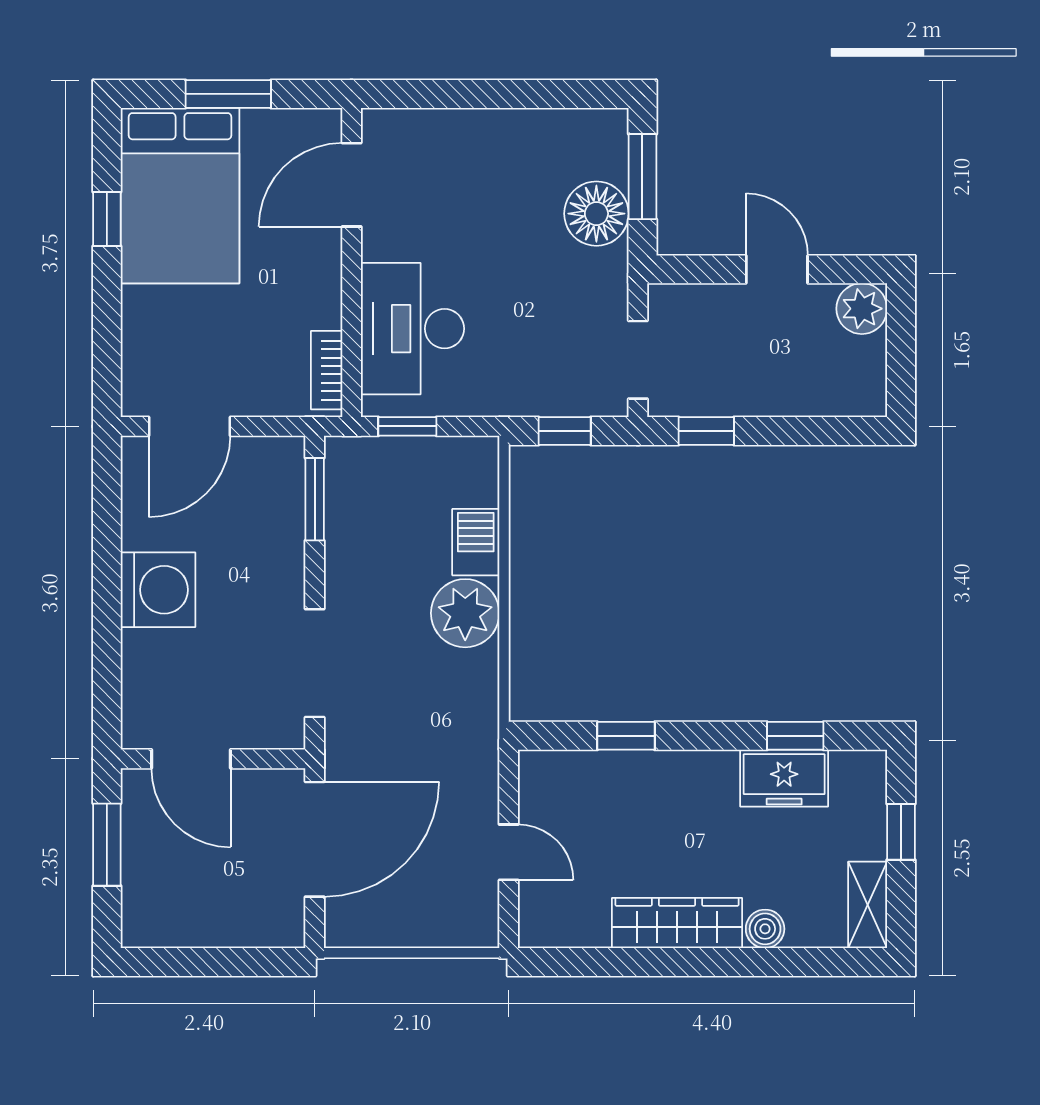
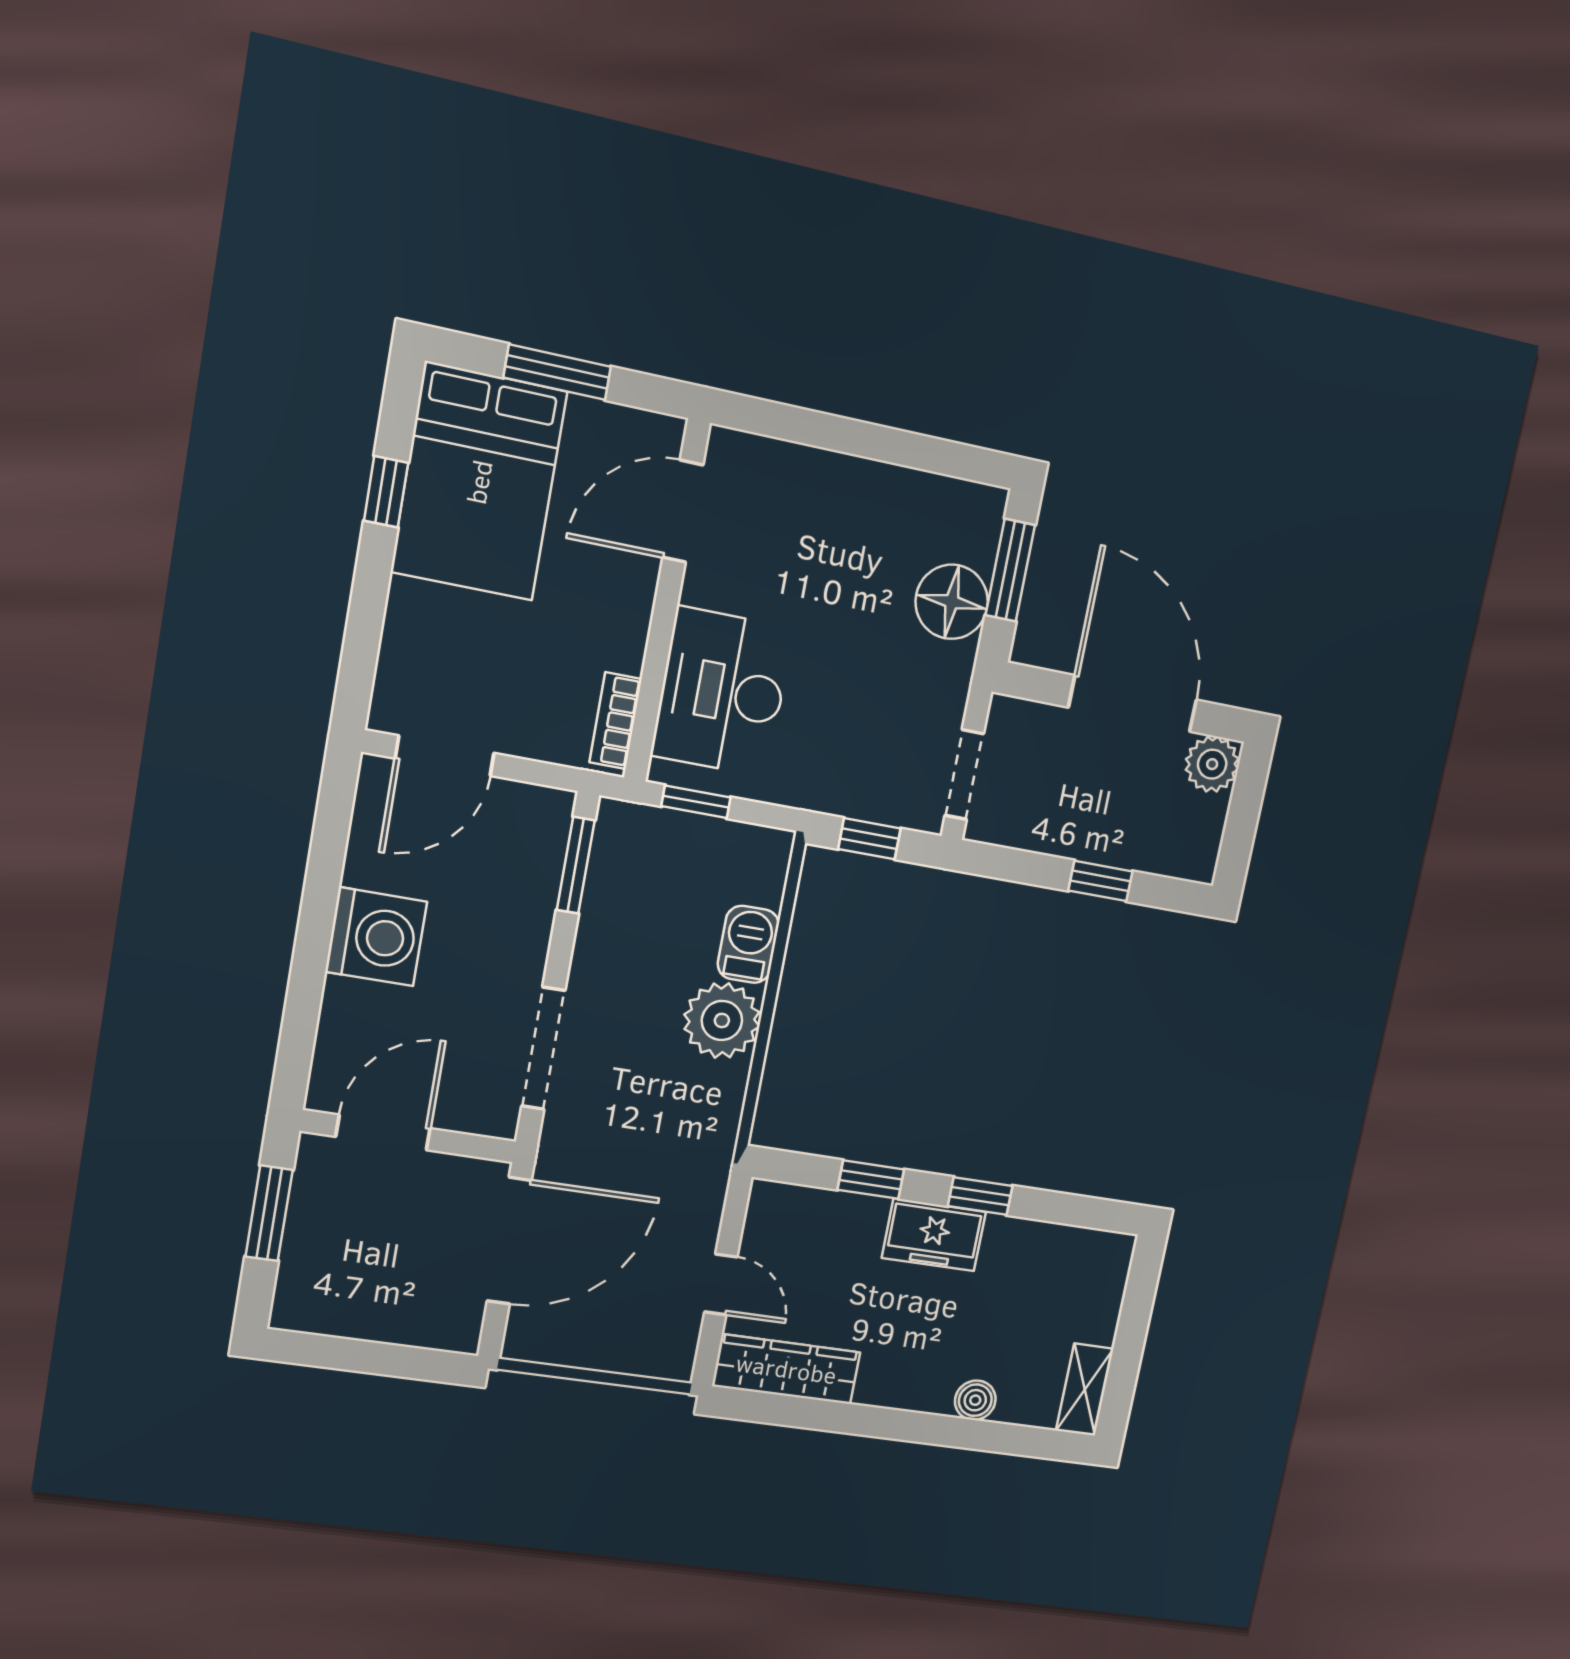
door: (777, 269) -> (1133, 704), width x1.87
window: (706, 431) -> (1100, 881), moved
window: (795, 736) -> (980, 1196), moved
door: (191, 759) -> (383, 1132), swing flipped
freezer: (784, 778) -> (934, 1235), moved
window: (901, 832) -> (1134, 1320), removed
wardrobe: (677, 923) -> (786, 1369), moved

